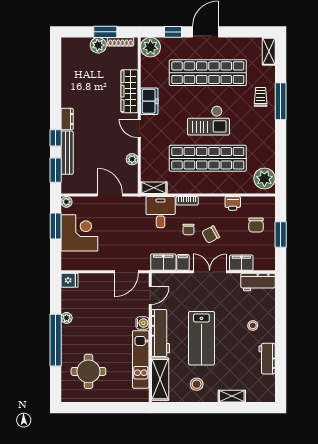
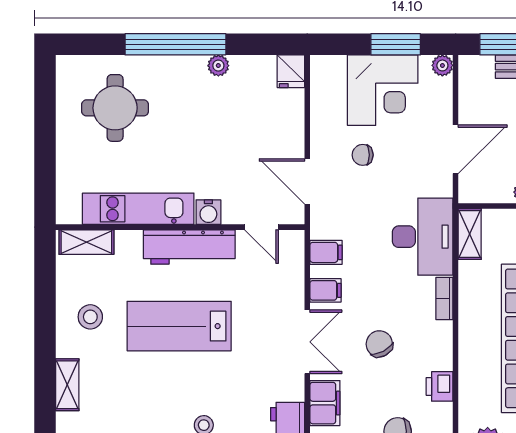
desk: (161, 212) -> (423, 237), width x1.37
chair: (189, 229) -> (363, 155), moved
filing cabinet: (163, 262) -> (326, 252), width x0.50
shelving: (160, 379) -> (86, 242), width x0.67, depth x0.75

